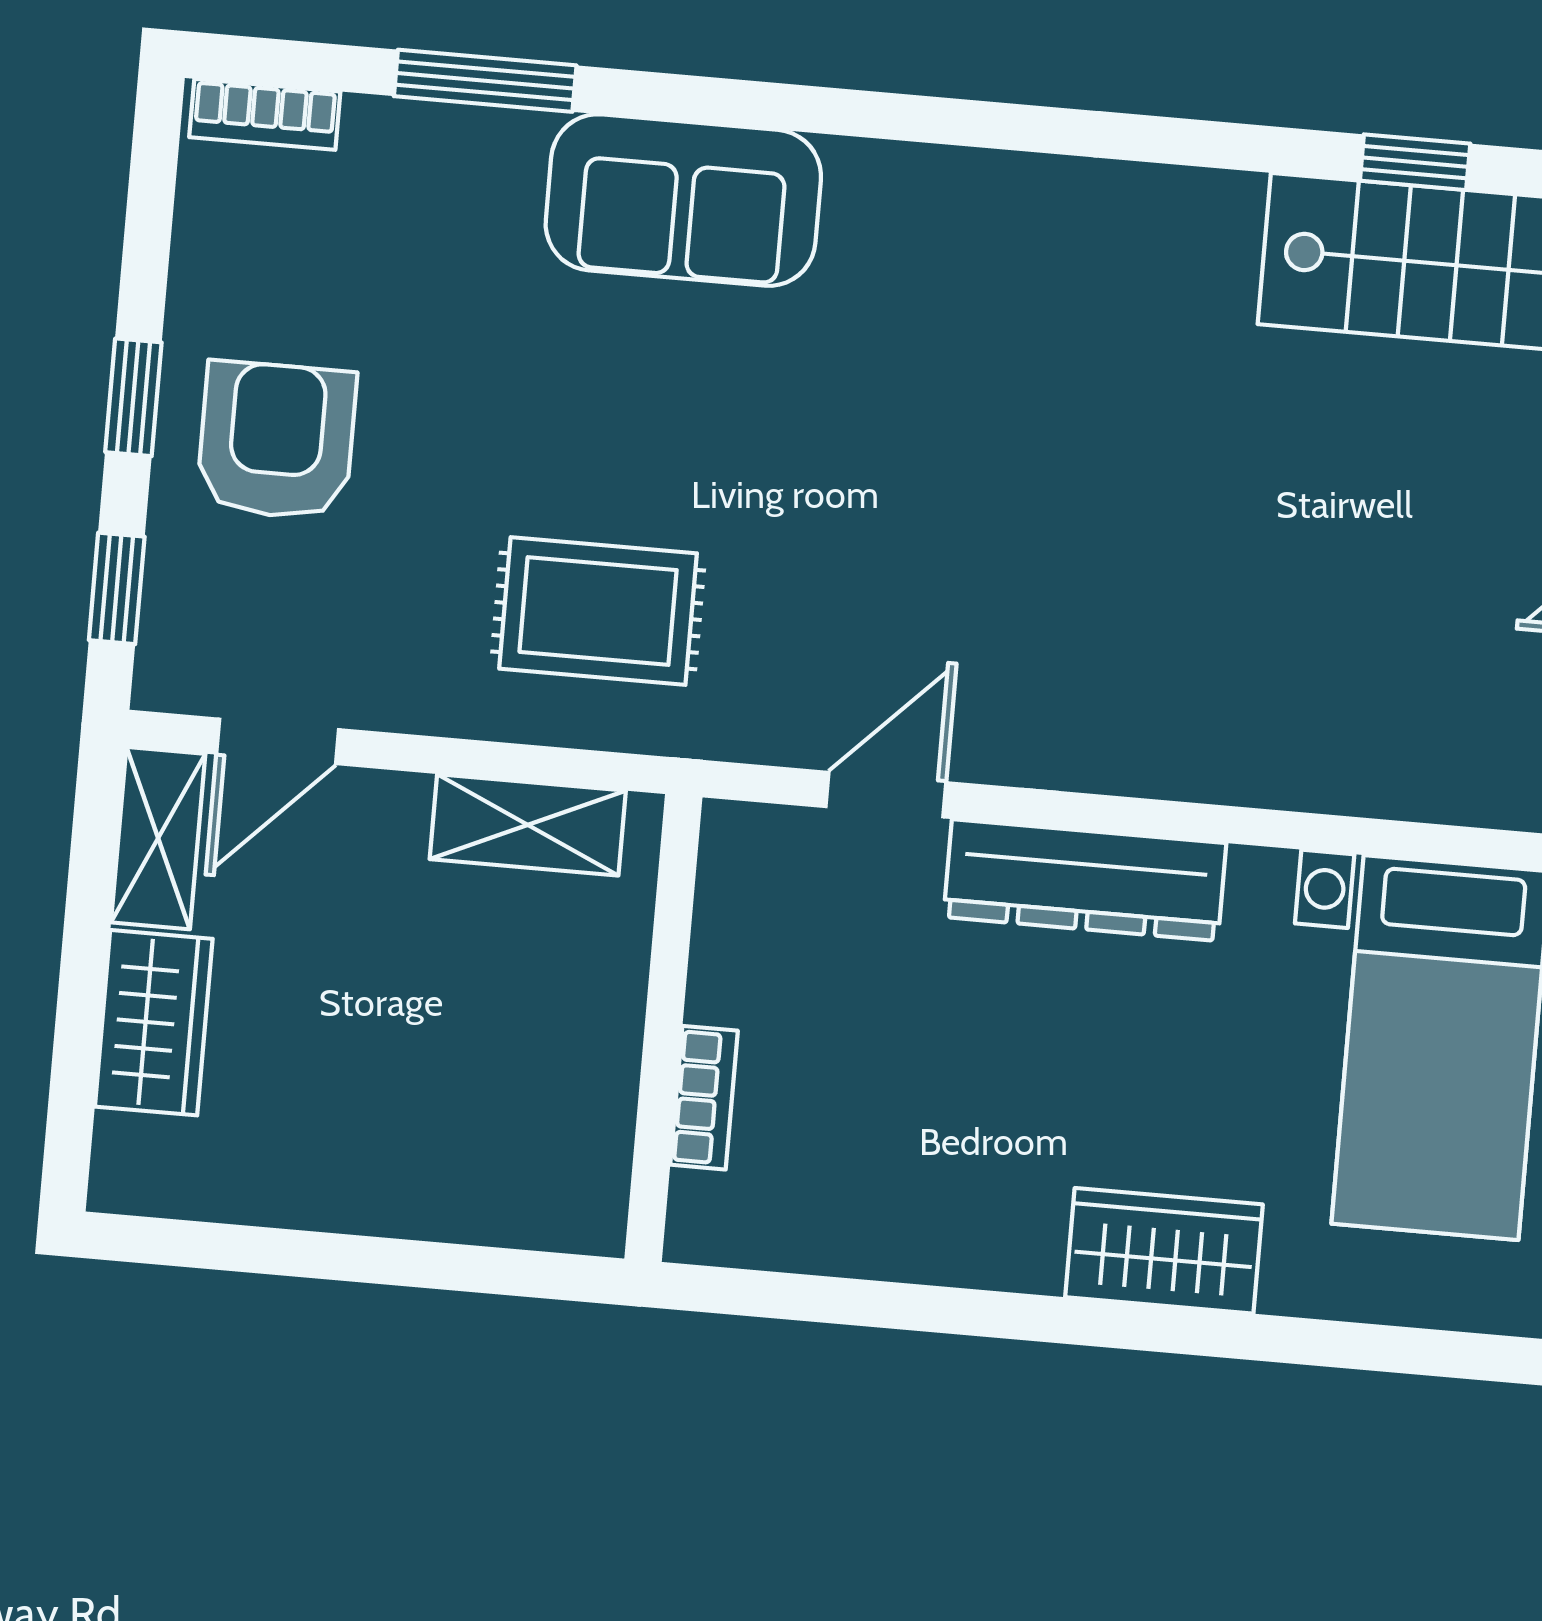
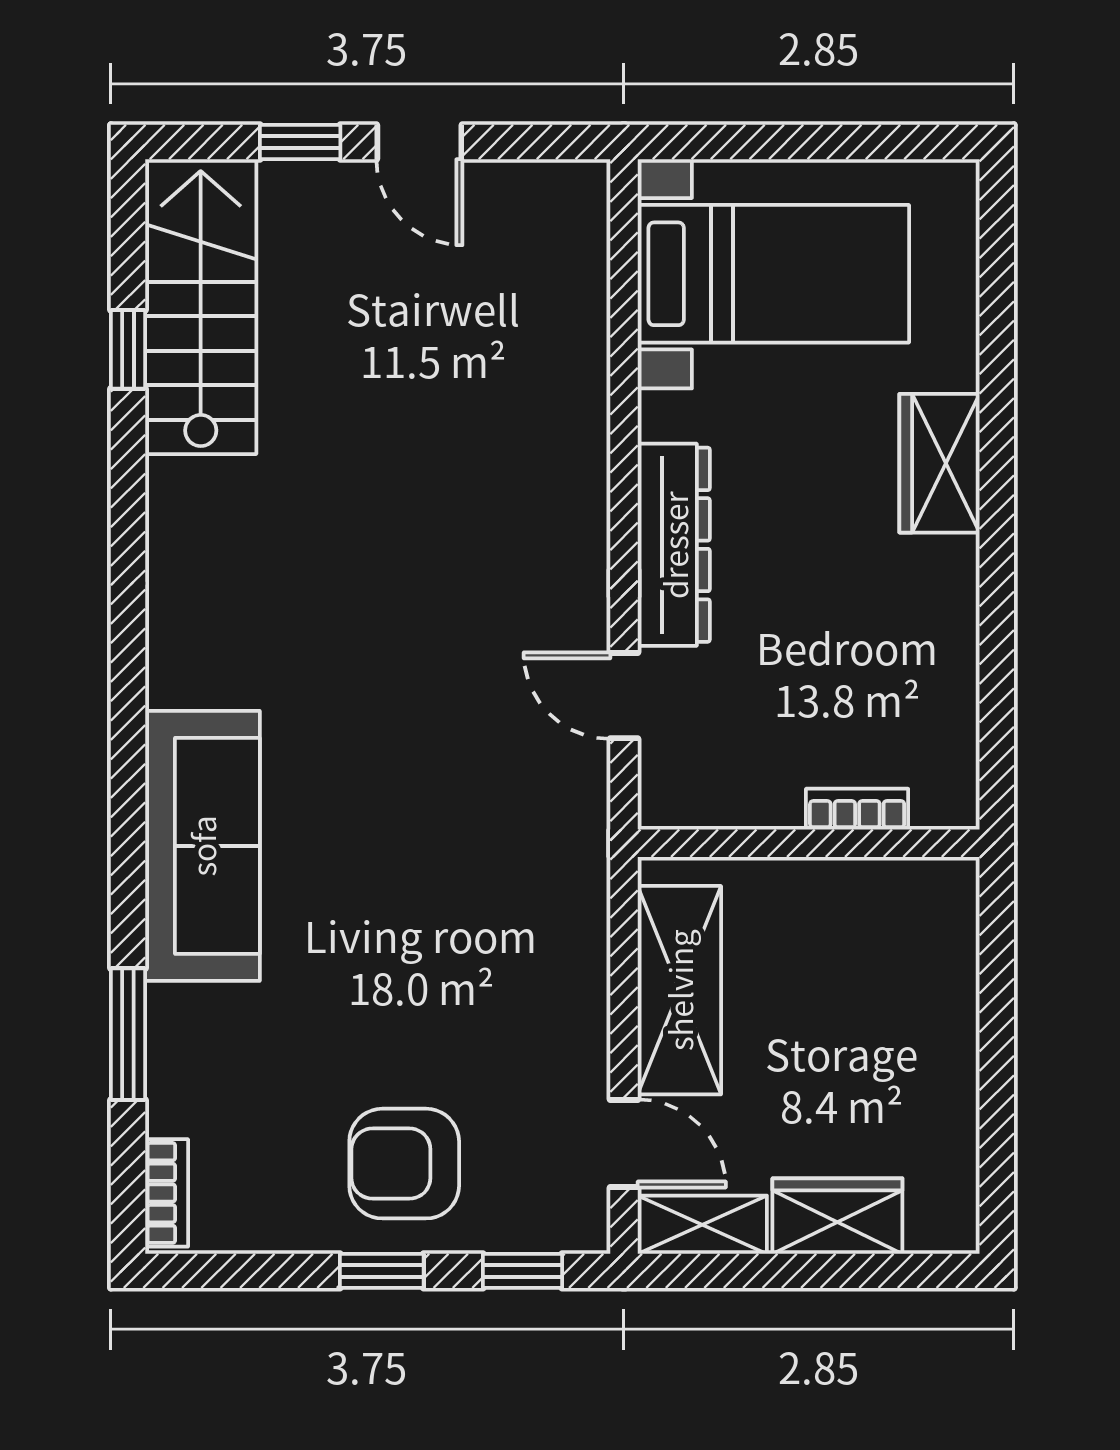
sofa: (683, 200) -> (202, 846), width x1.36
rug: (598, 611) -> (508, 918), removed
shelving: (528, 825) -> (679, 990), width x1.50, depth x1.33

